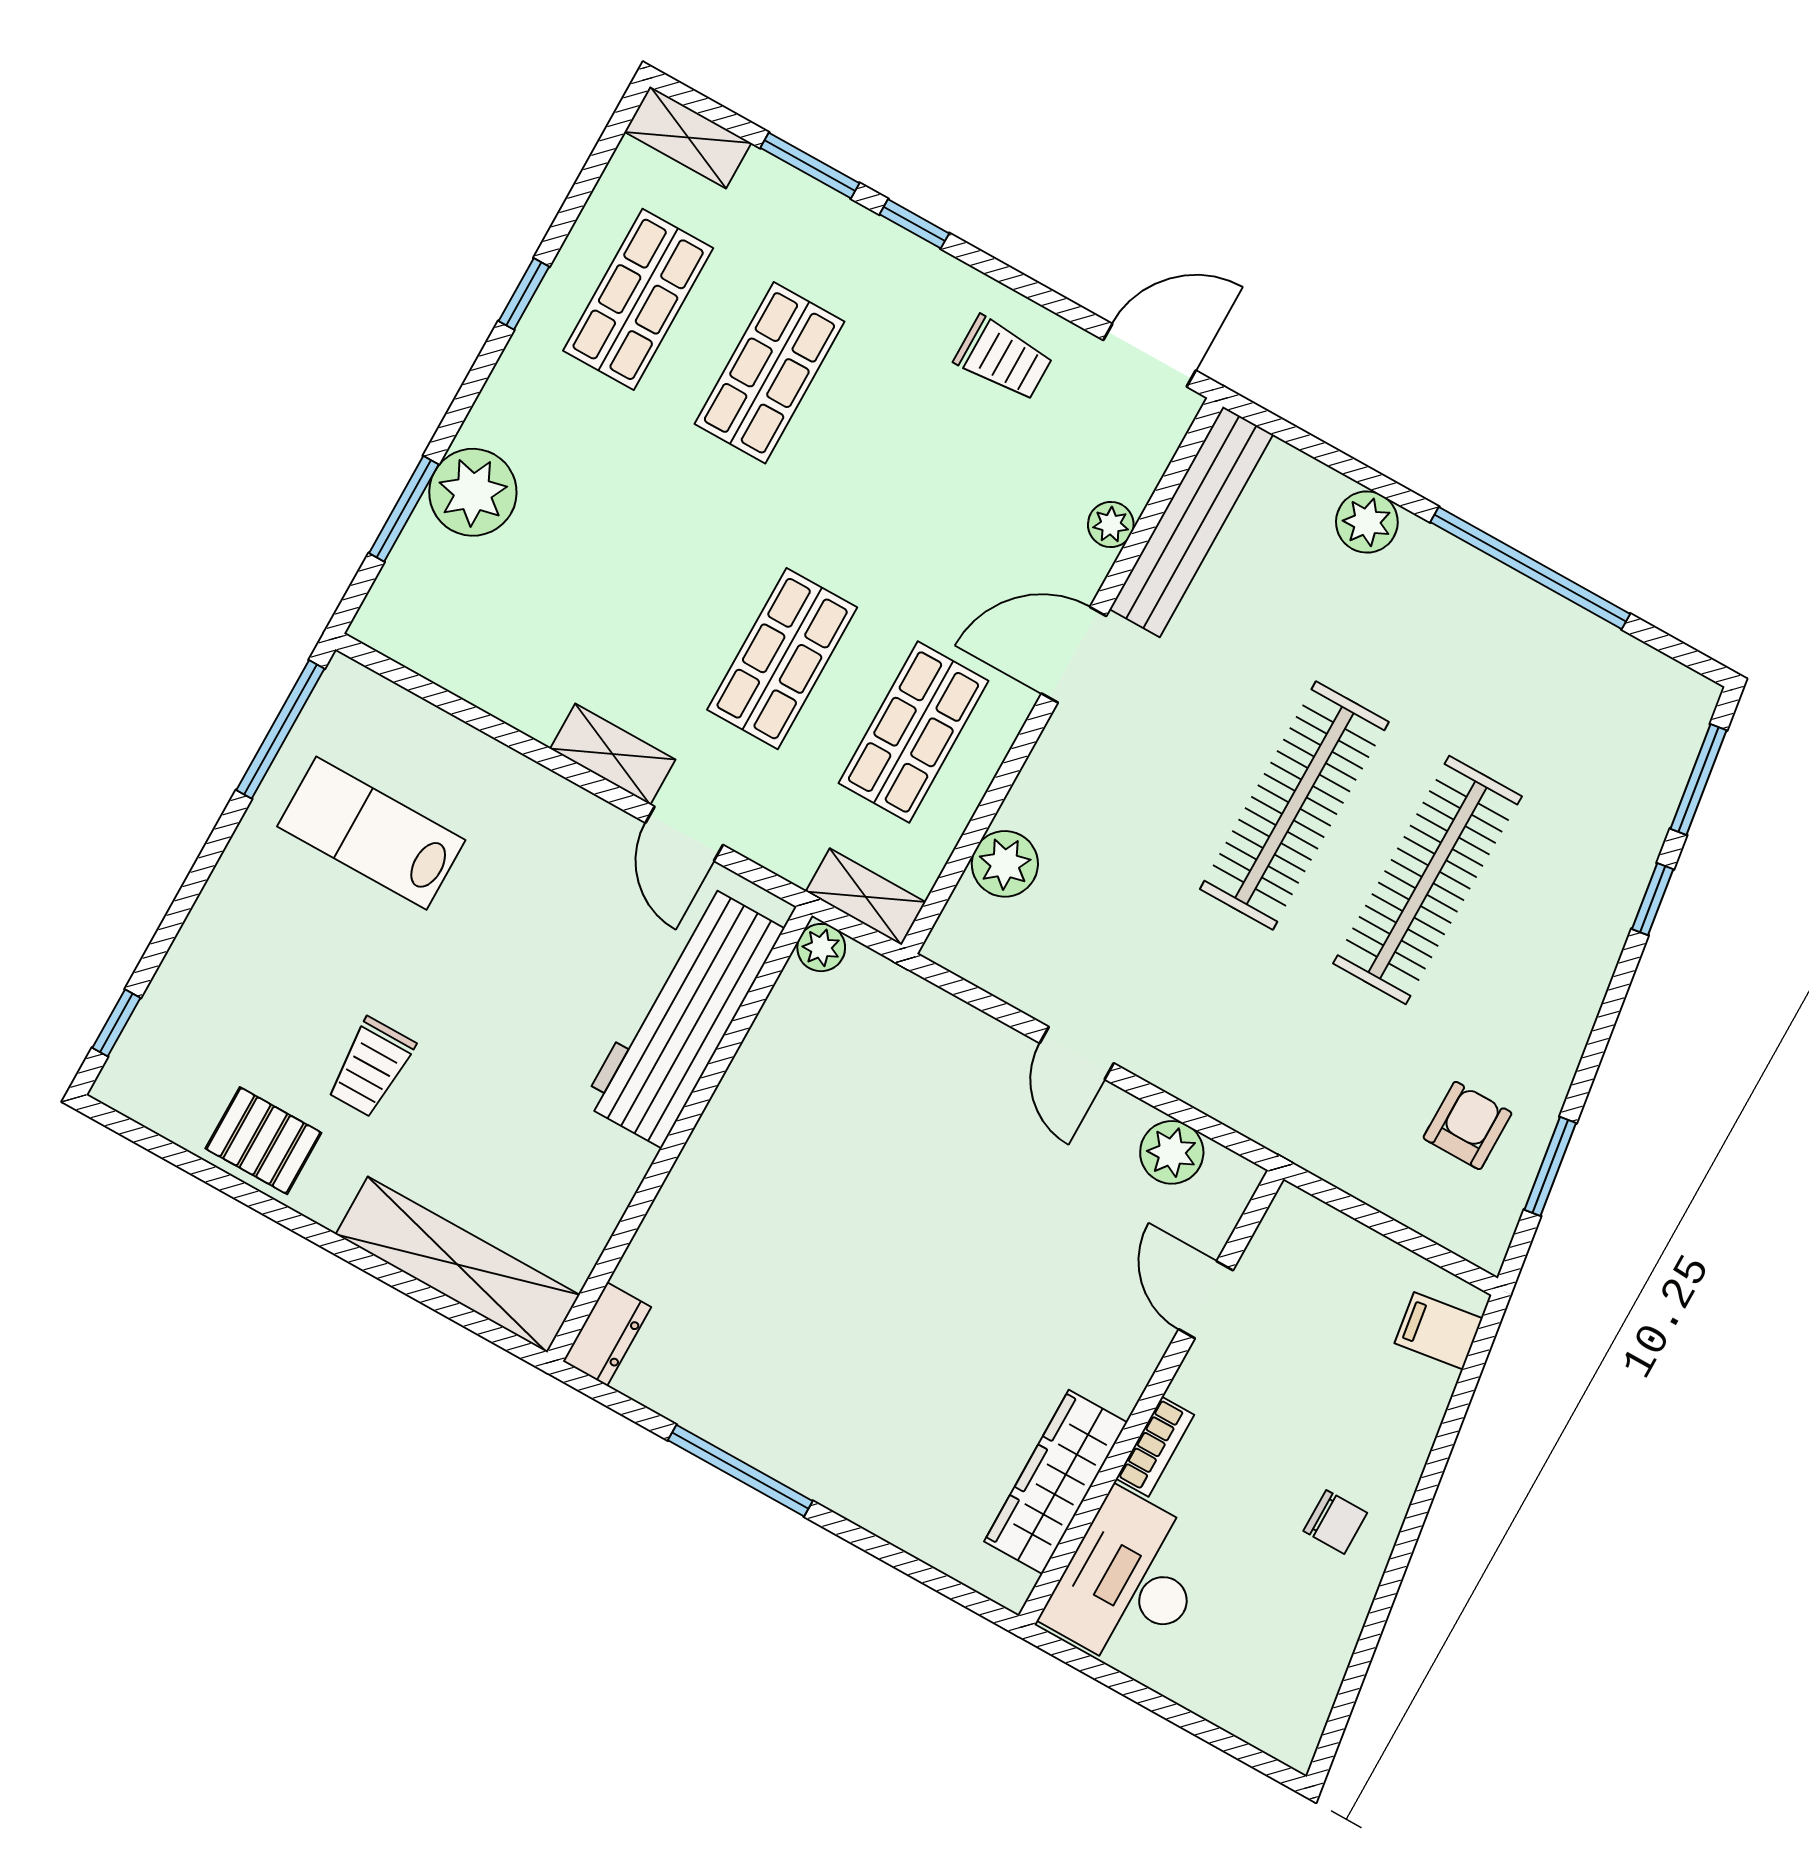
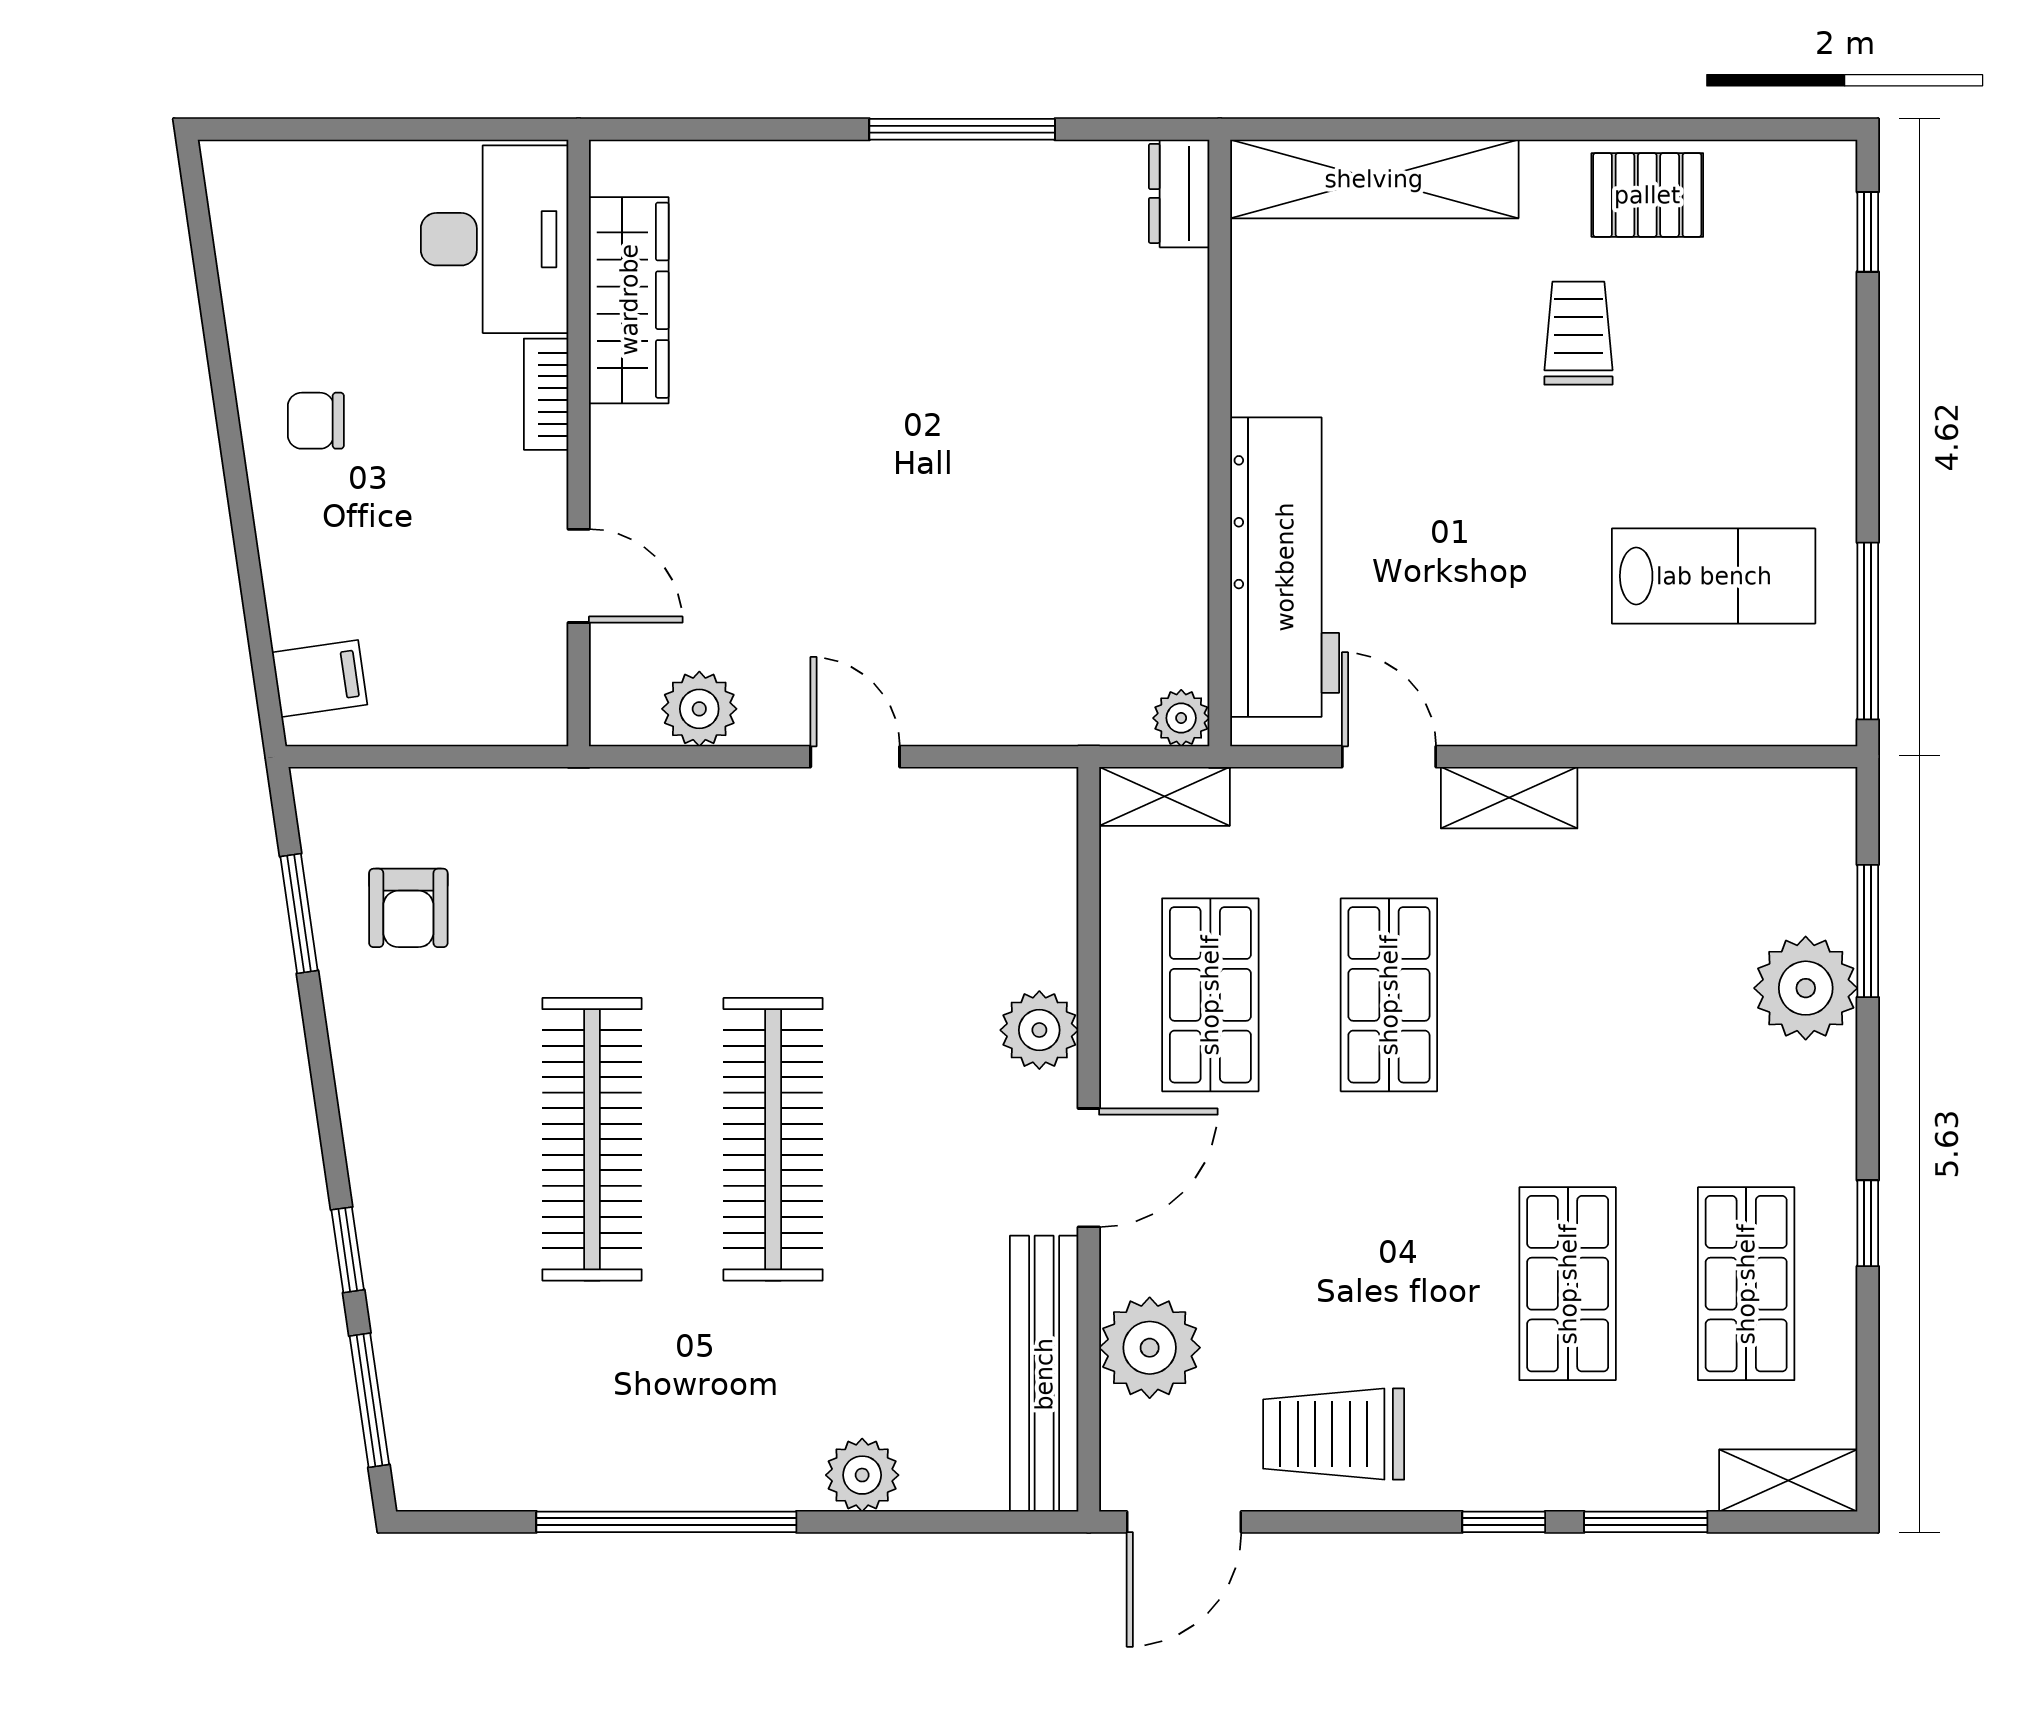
trolley: (1003, 358) -> (1334, 1434), width x1.36, depth x1.39
plant: (1111, 524) -> (1150, 1348), width x1.87, depth x1.87
plant: (1005, 864) -> (1039, 1030), moved

